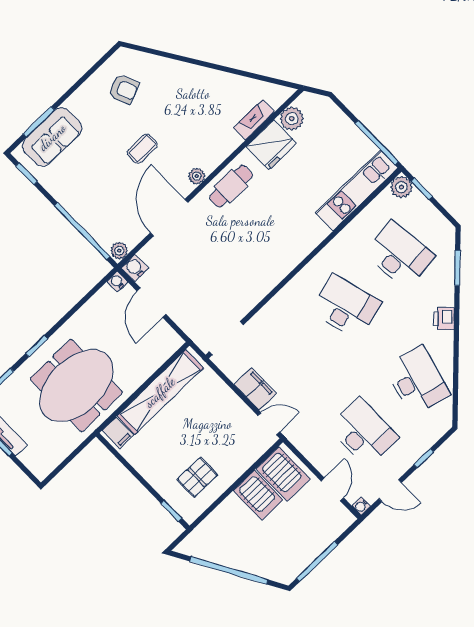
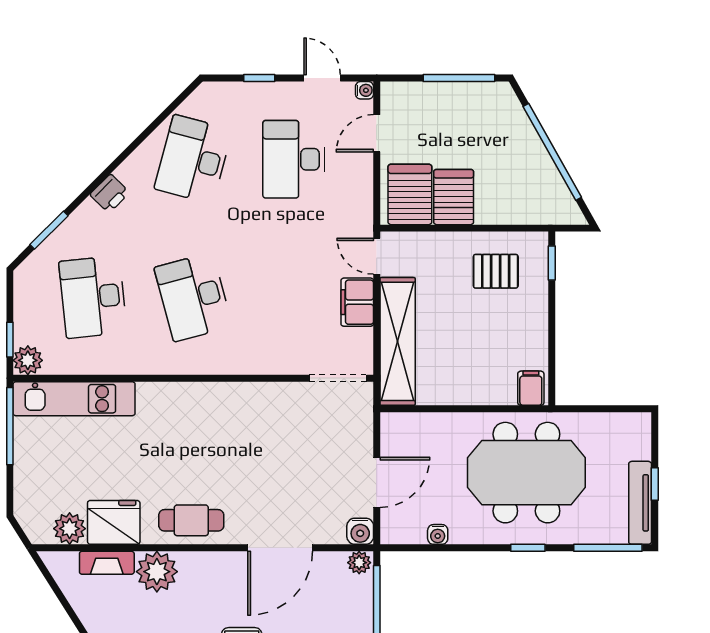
plant: (197, 176) -> (157, 572), moved, width x1.88, depth x1.88
water cooler: (117, 282) -> (438, 534), moved
shelving: (160, 392) -> (398, 341), moved, turned 90

